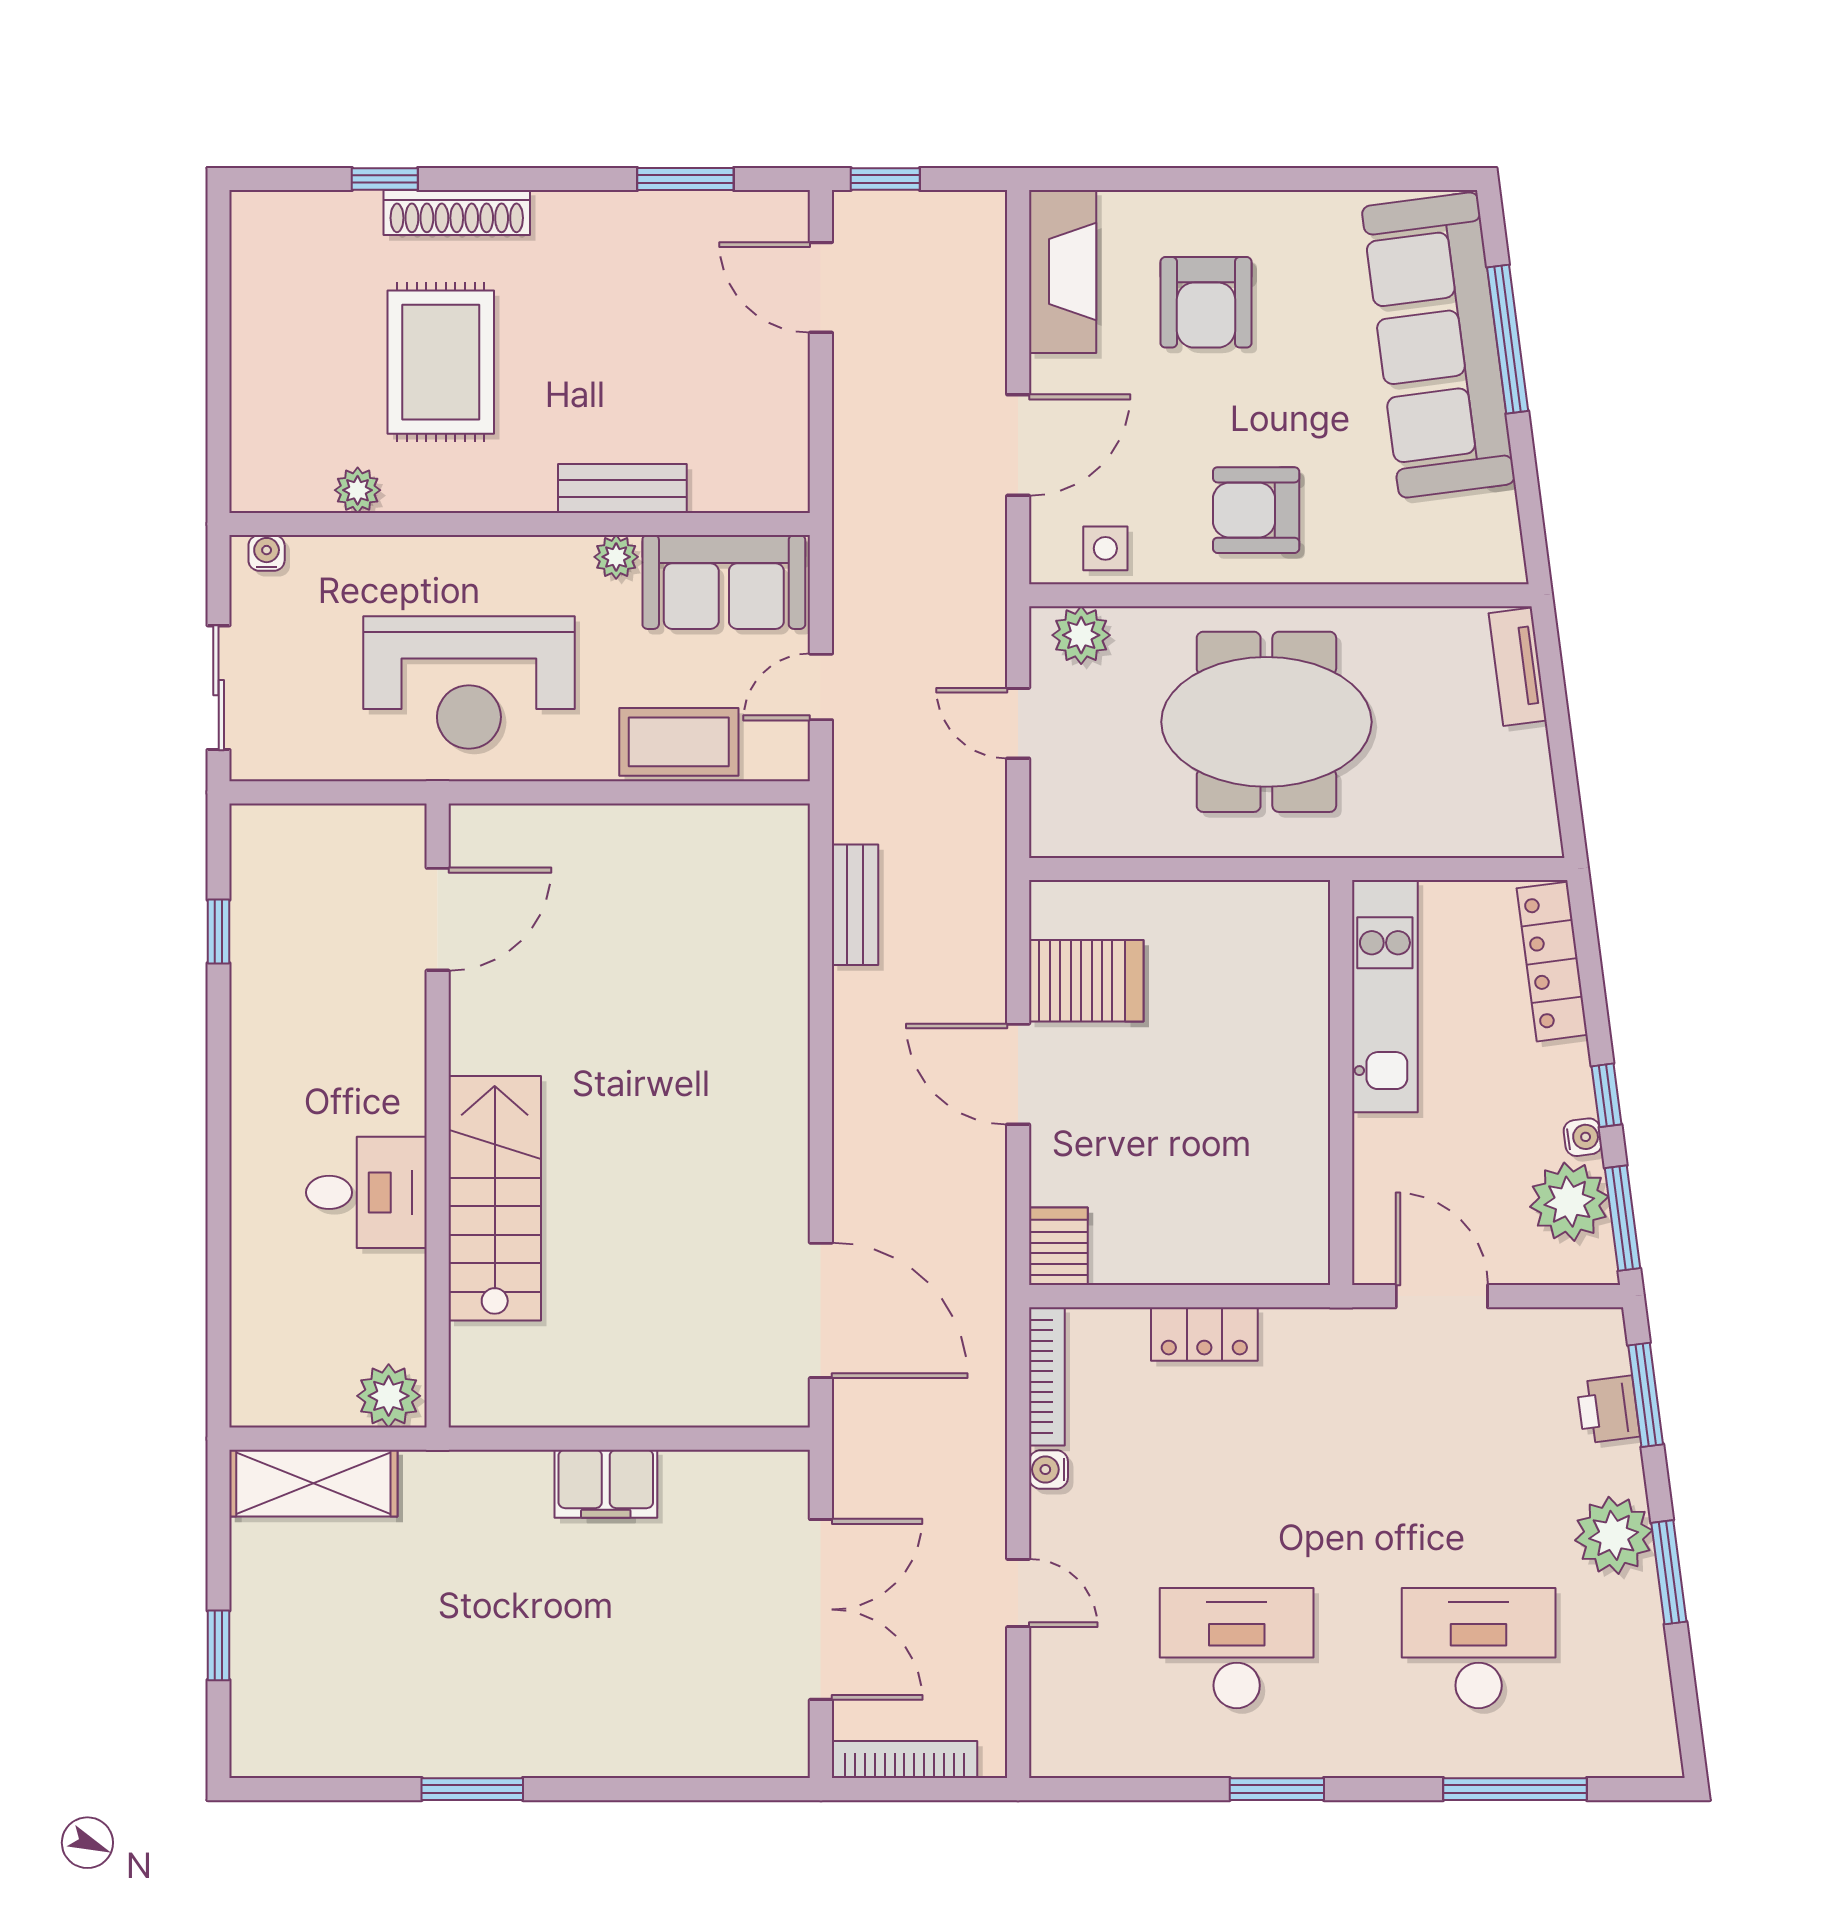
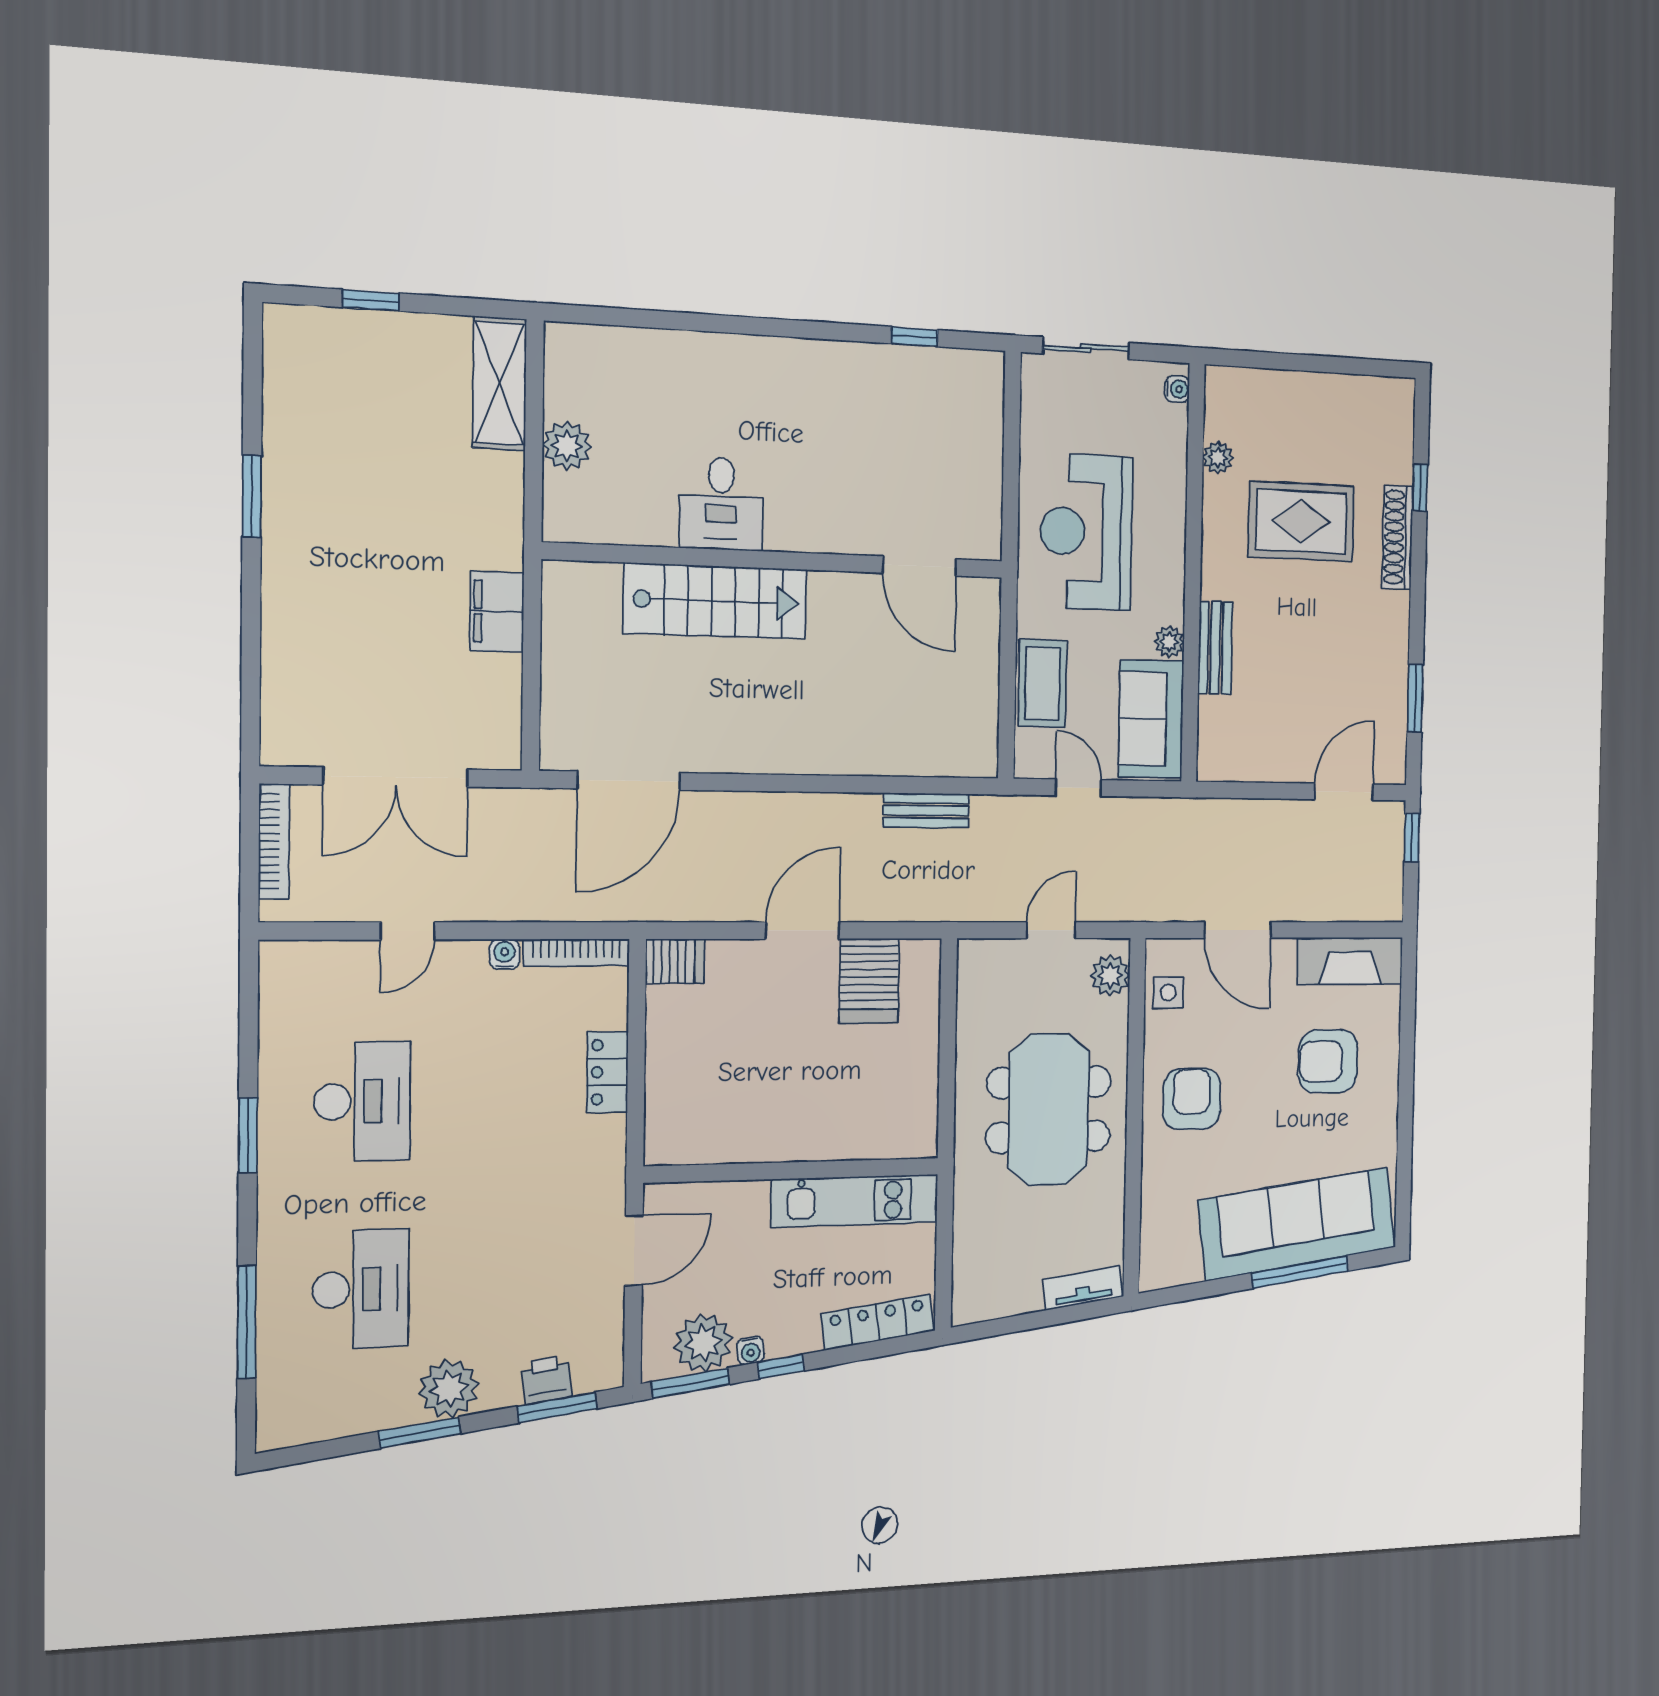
door: (438, 919) -> (920, 566), moved
wall: (438, 1115) -> (777, 560), moved
desk: (366, 1192) -> (721, 504), moved
stairs: (495, 1198) -> (715, 601), moved

